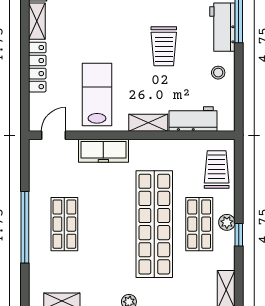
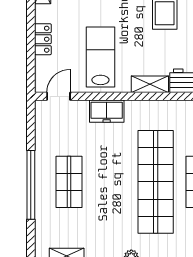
locker: (37, 67) -> (43, 39), width x0.66
freezer: (103, 151) -> (107, 111), width x0.71

